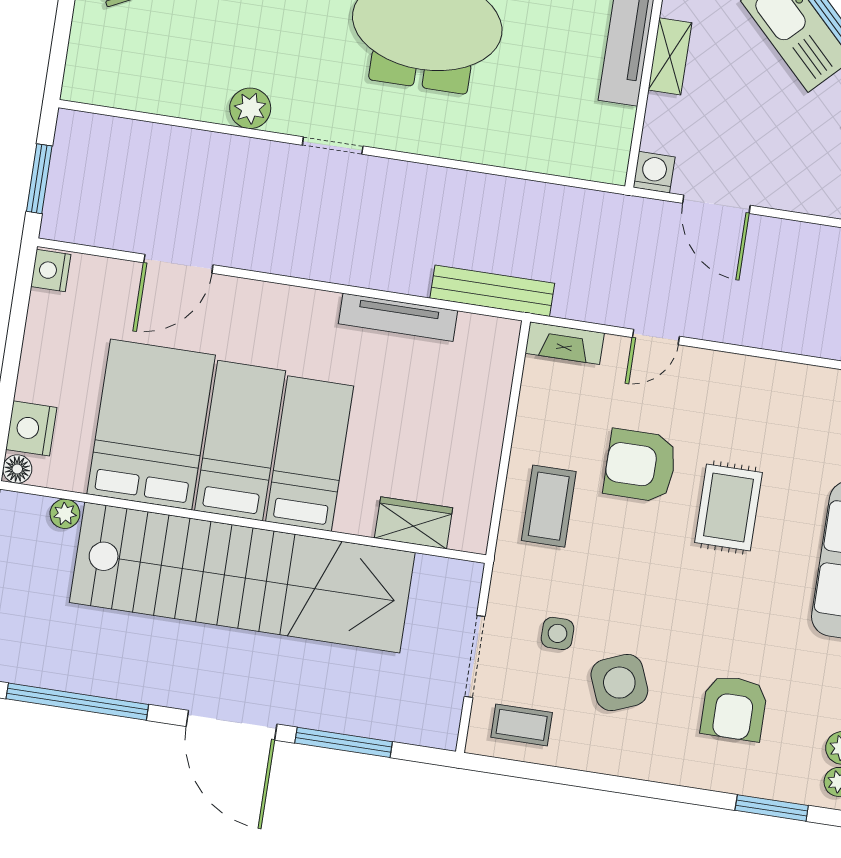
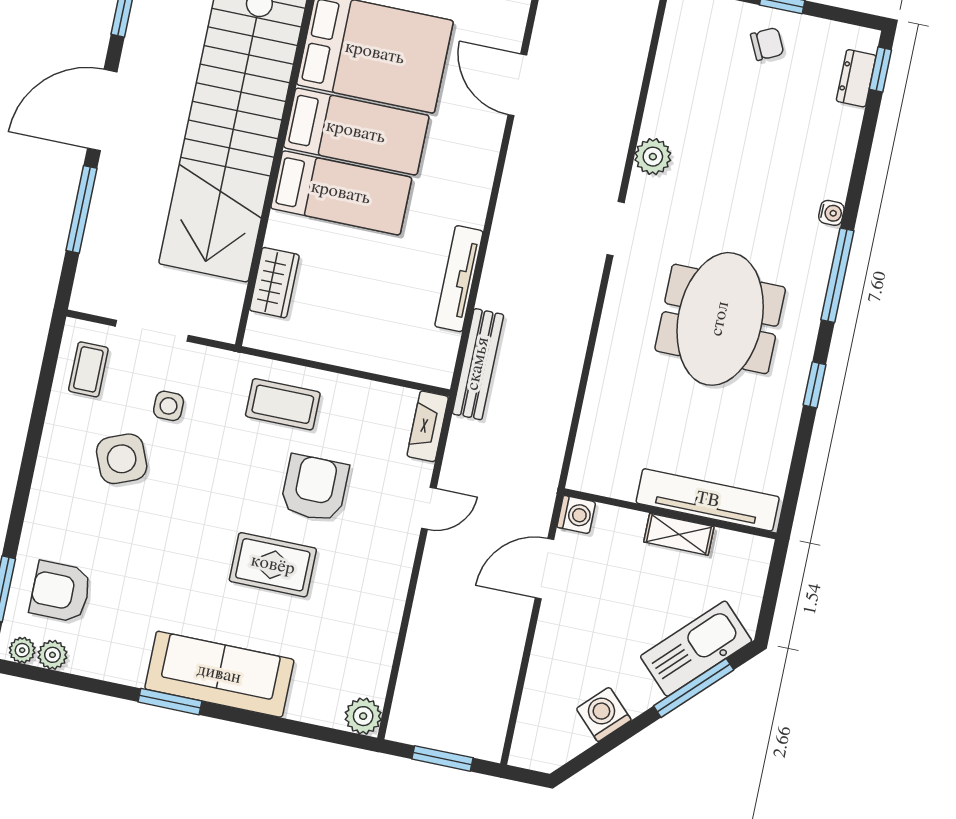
door: (656, 337) -> (429, 508), swing flipped
armchair: (734, 708) -> (60, 592), moved

